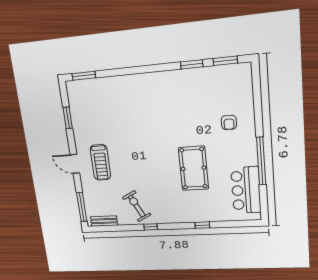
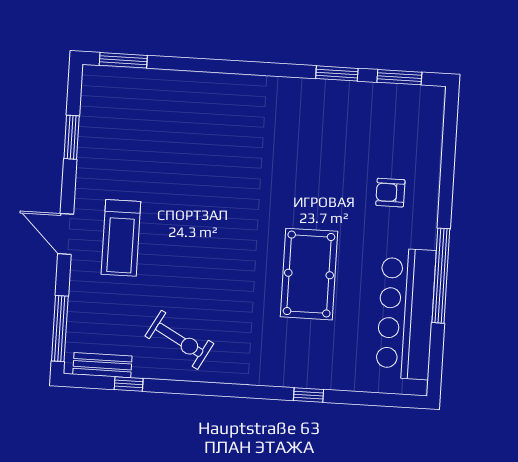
armchair: (229, 122) -> (390, 193), turned 90
bar counter: (246, 190) -> (406, 314), width x1.36
exercise bike: (137, 206) -> (179, 340), turned 146
window: (151, 227) -> (129, 384), moved

